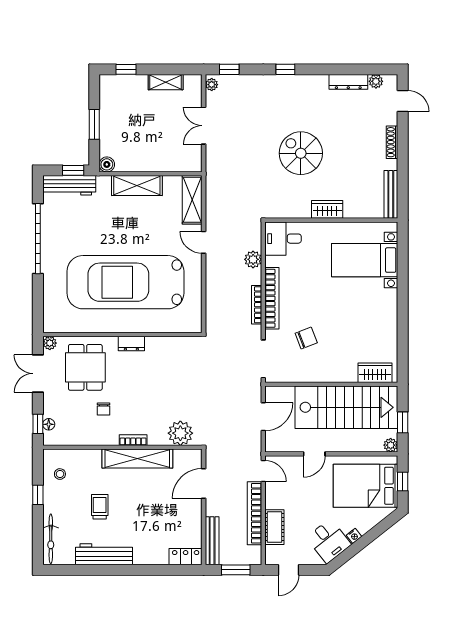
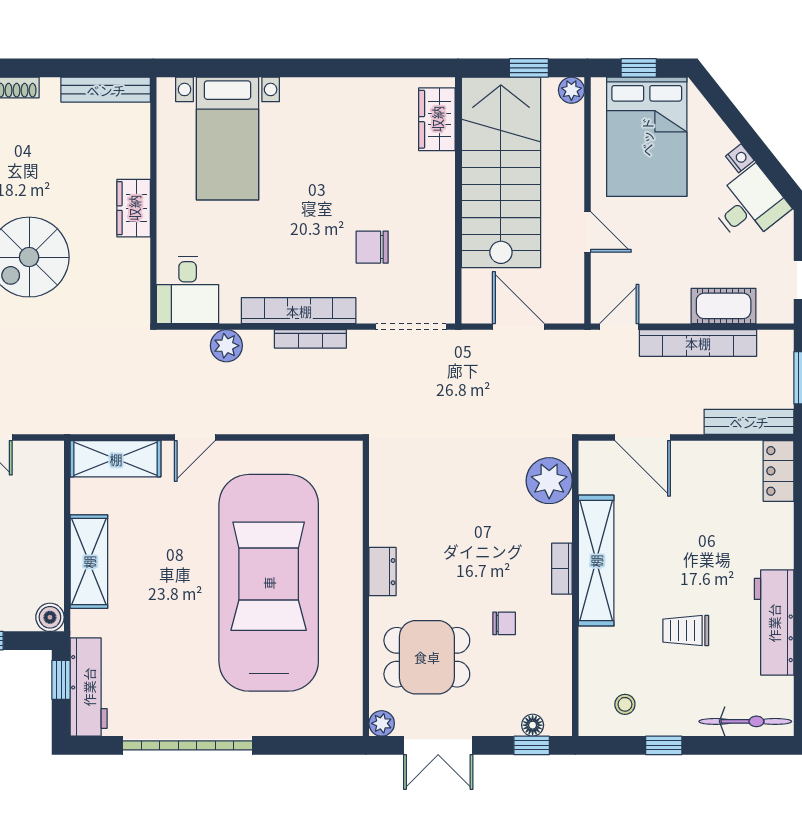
car: (125, 282) -> (269, 583), turned 180
chair: (306, 338) -> (372, 247), turned -69

